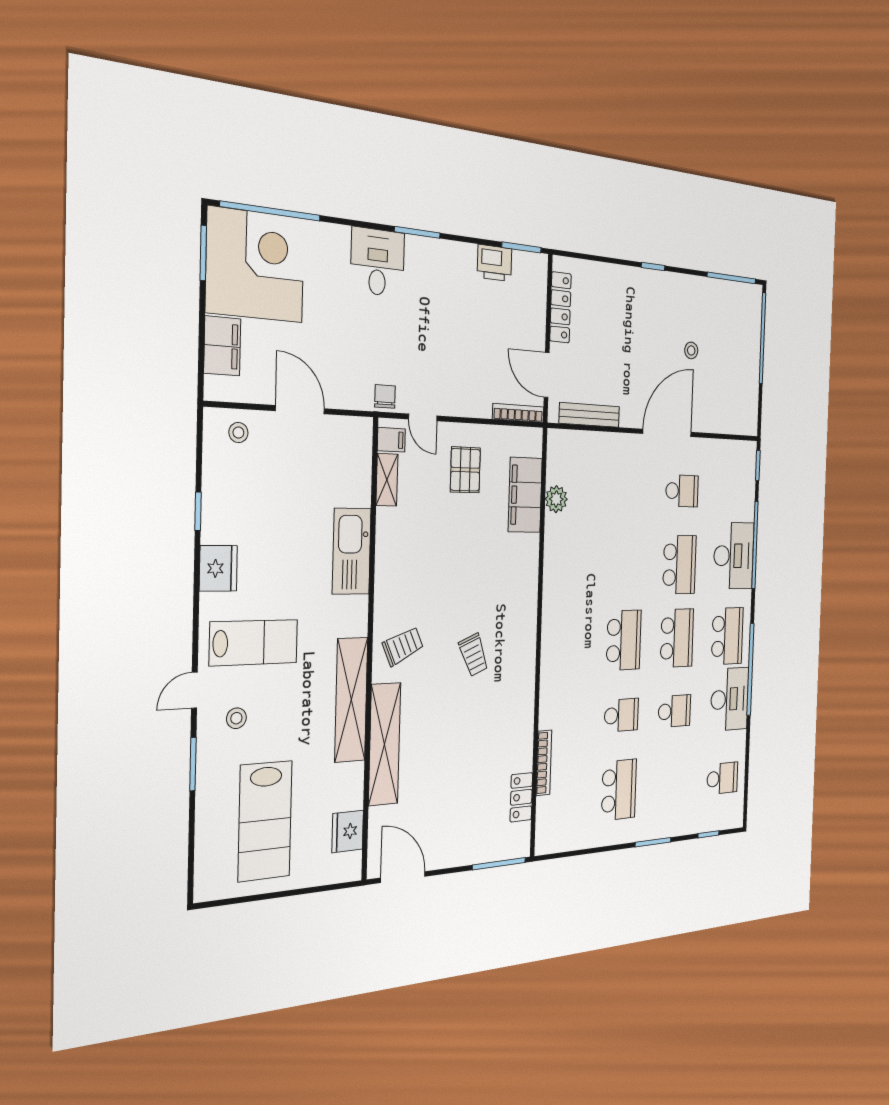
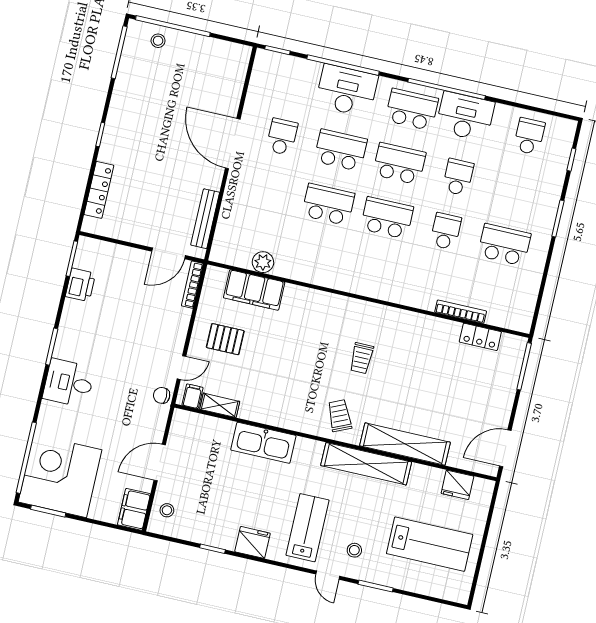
locker: (561, 307) -> (99, 190), moved, turned 90
filing cabinet: (222, 346) -> (134, 509), moved, turned -90
stool: (691, 350) -> (158, 41), moved
school desk: (626, 565) -> (328, 204), added
trolley: (474, 655) -> (362, 358), turned 112

